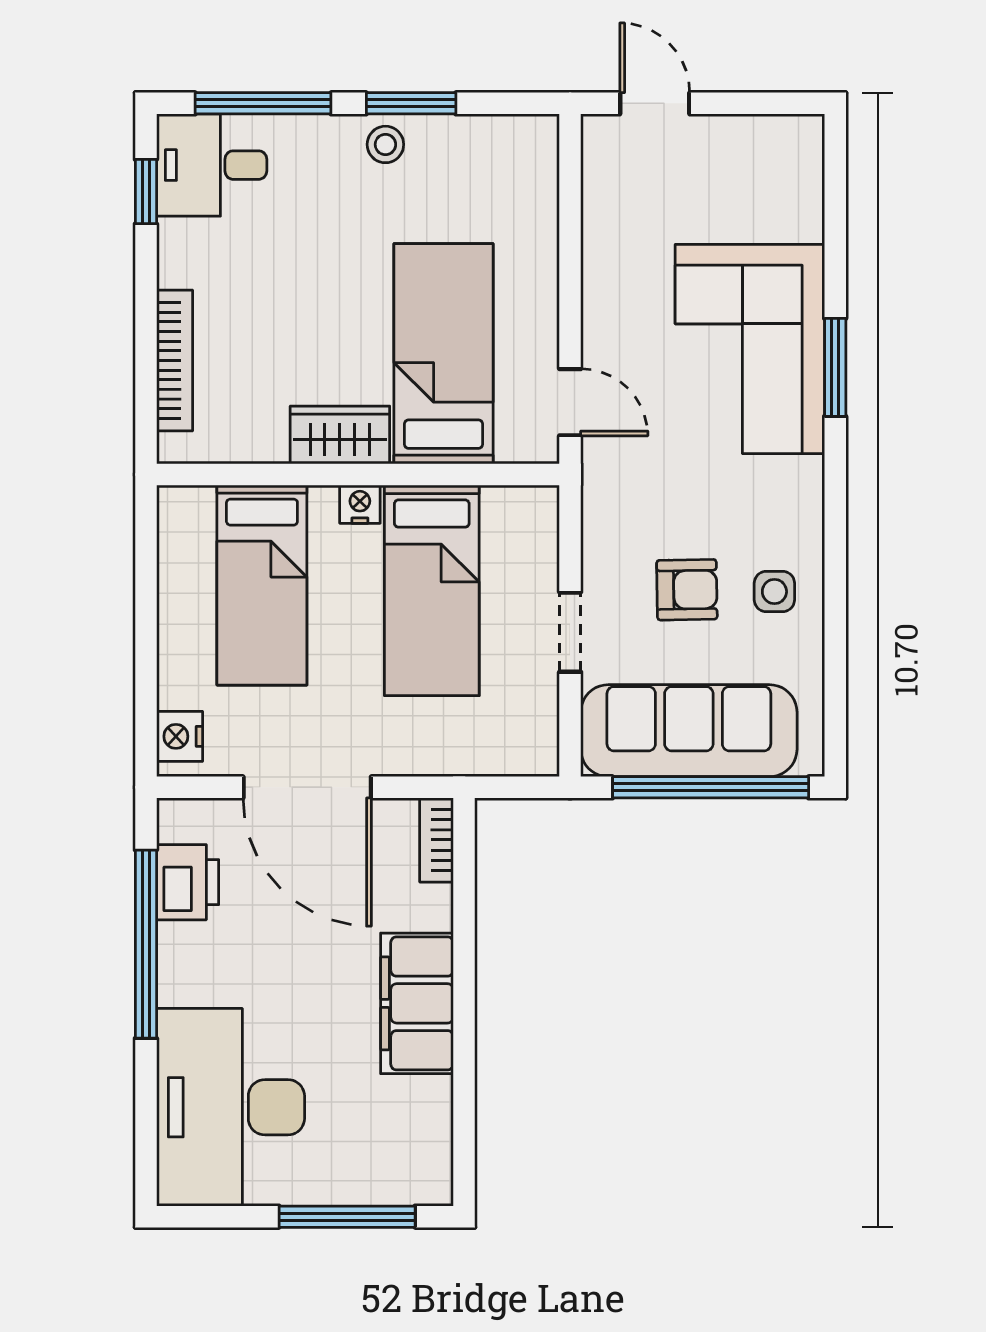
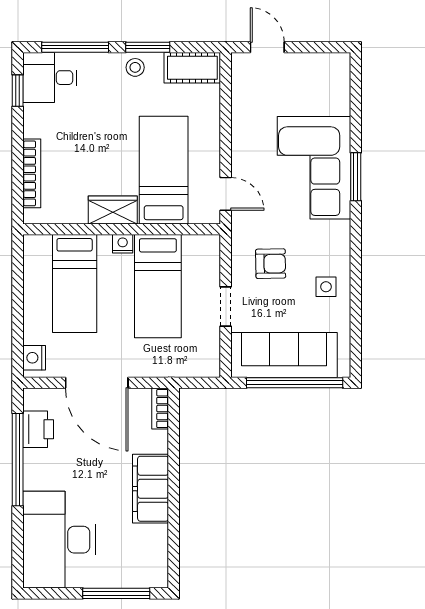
cot: (502, 145) -> (192, 68), added
armchair: (687, 590) -> (271, 264), moved

